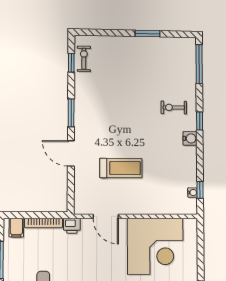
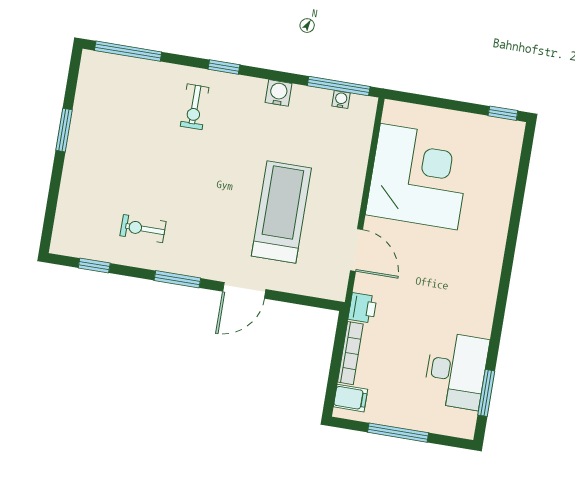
exercise bike: (84, 59) -> (143, 229), moved
water cooler: (190, 138) -> (279, 93), moved
treadmill: (121, 168) -> (281, 212), width x1.37, depth x1.38
window: (200, 190) -> (339, 86), width x2.17
door: (106, 216) -> (356, 250), hinge flipped

